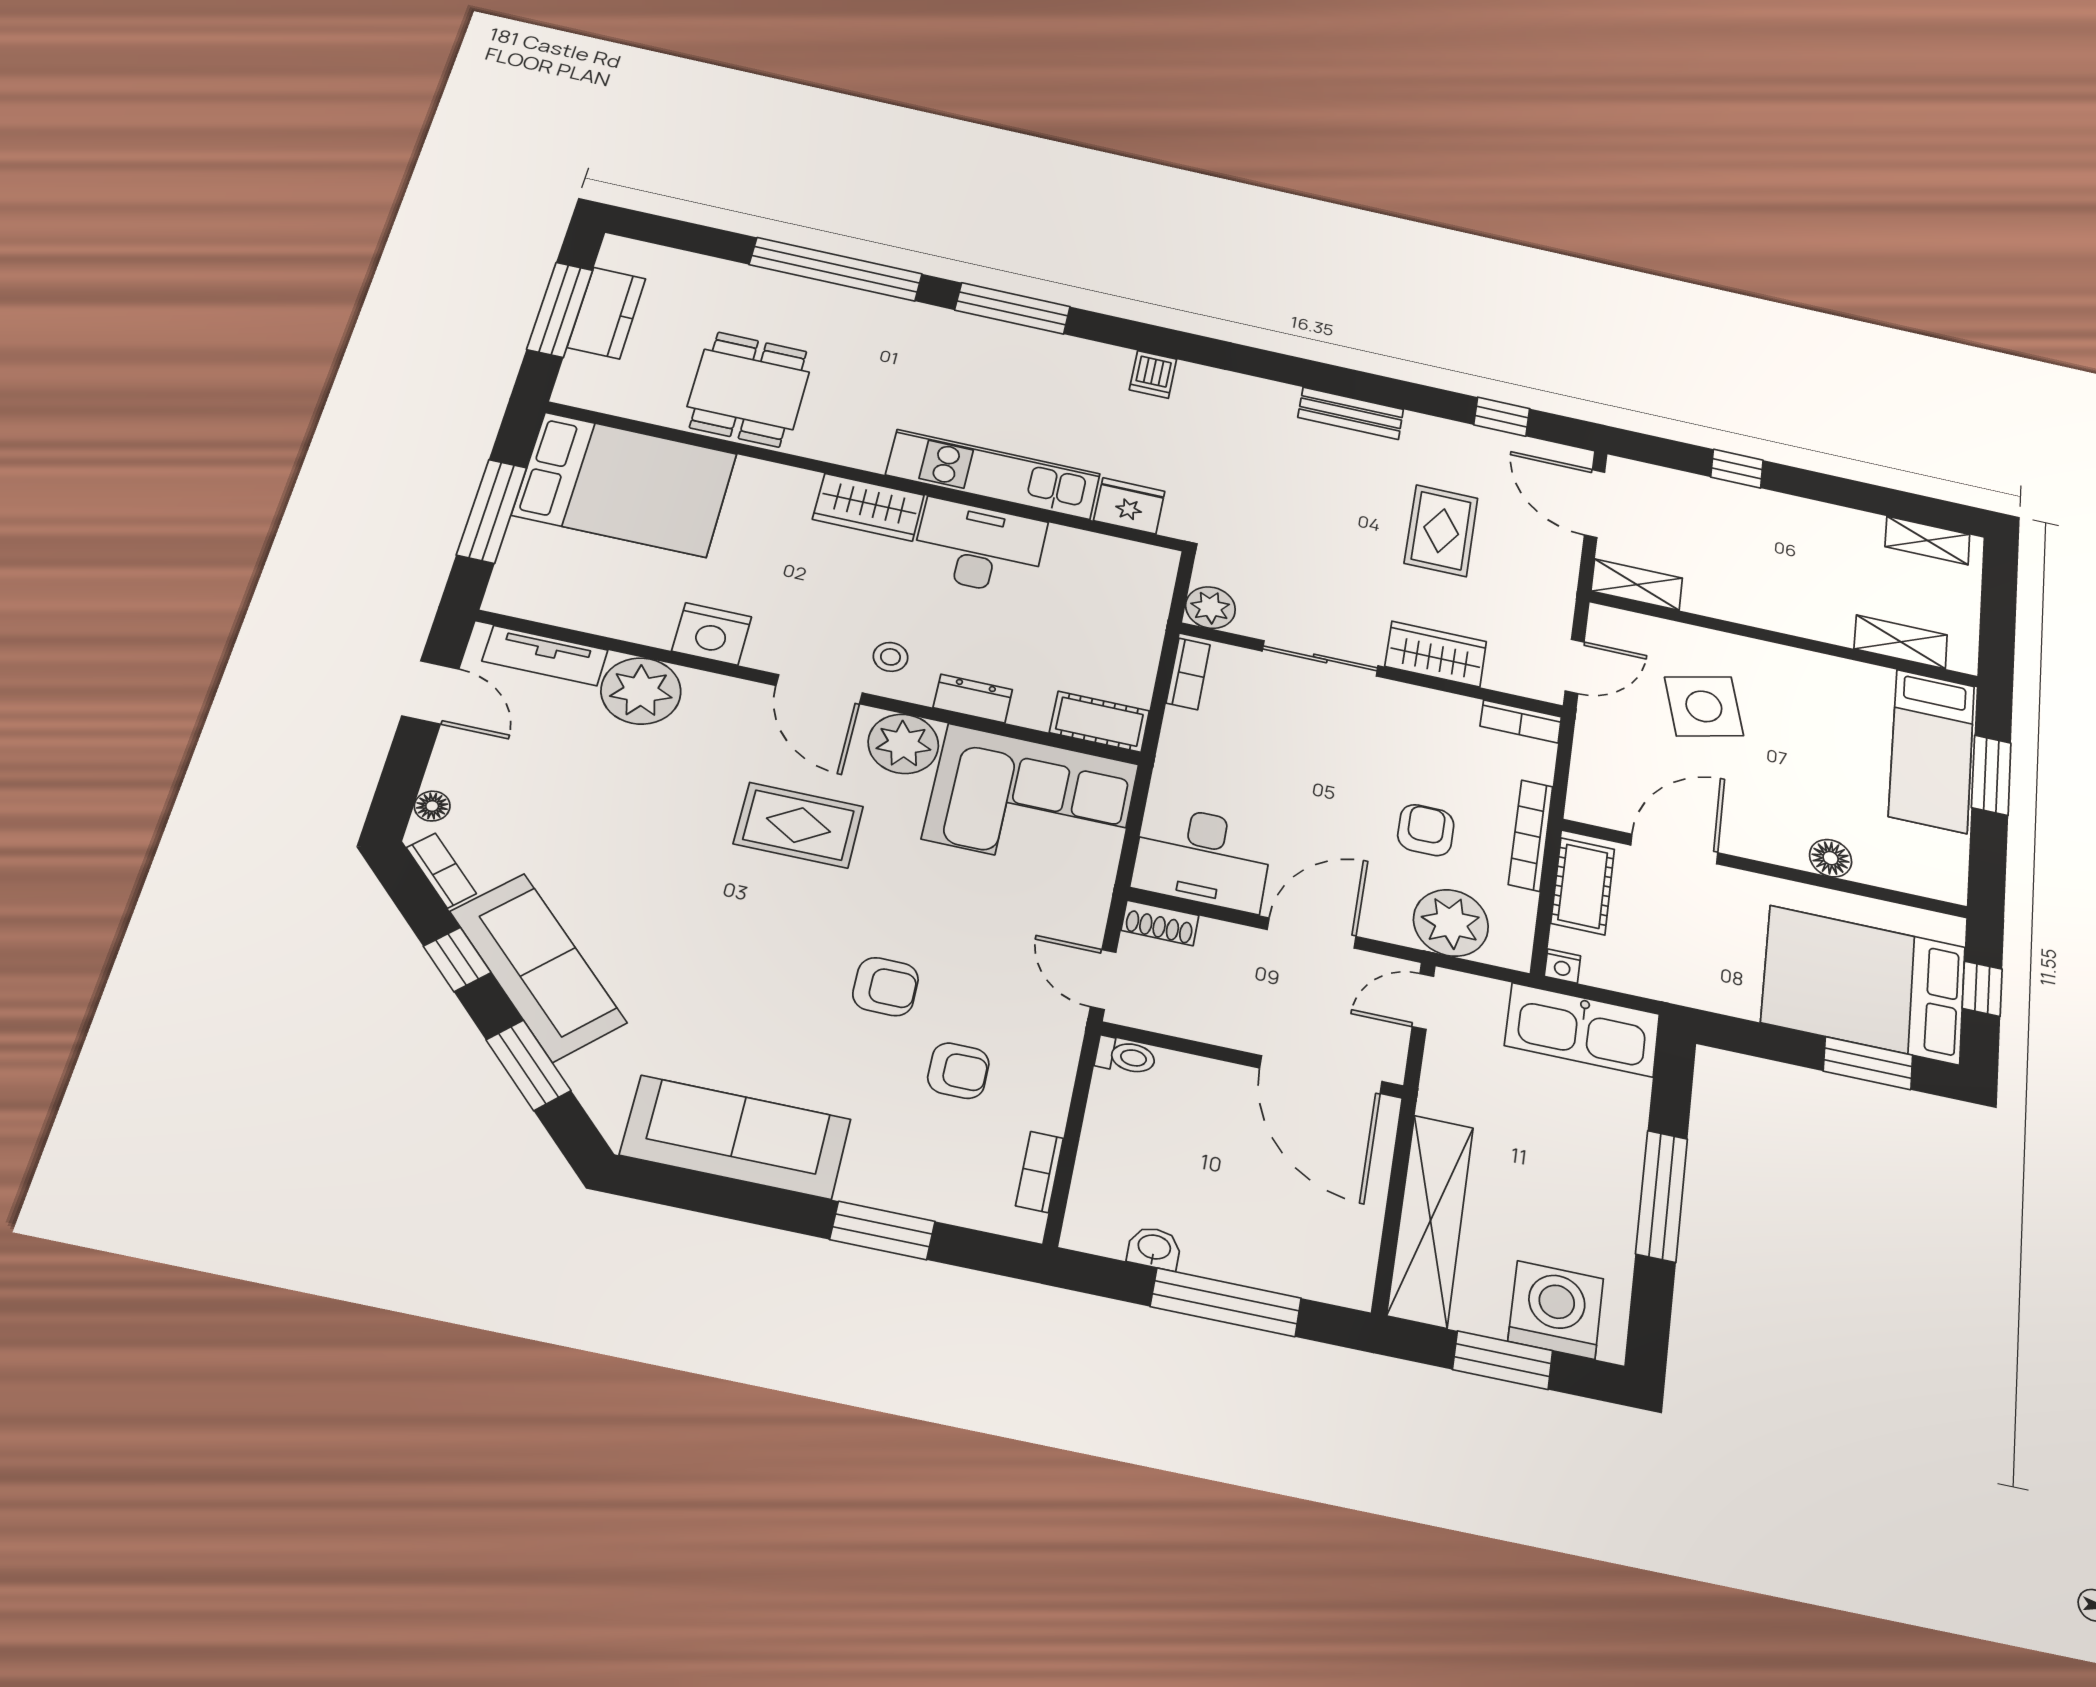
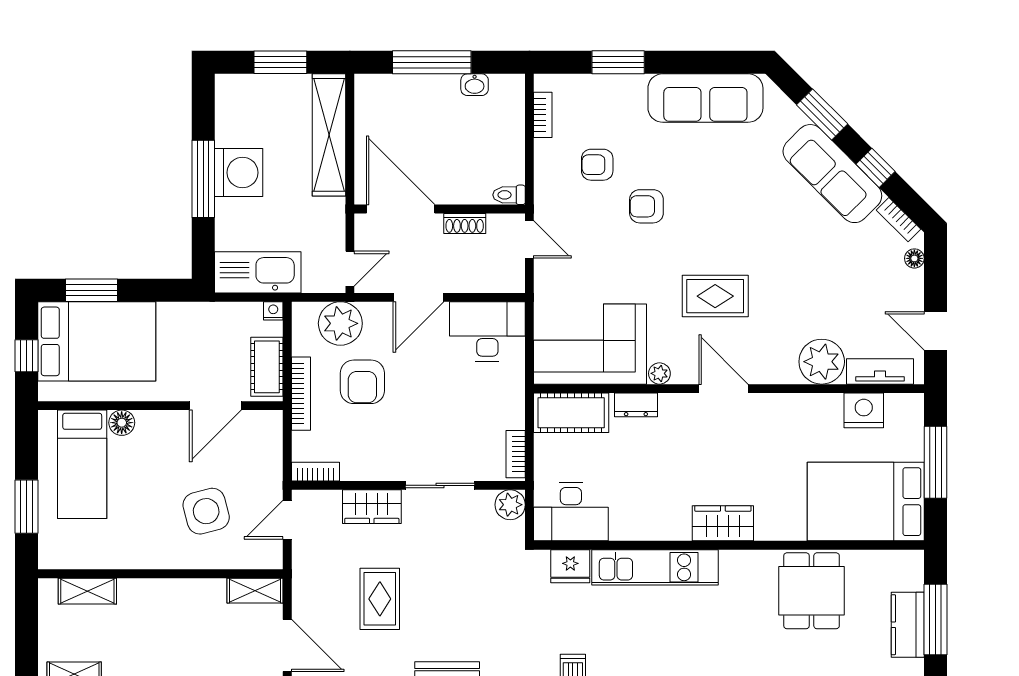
desk: (979, 547) -> (571, 512), moved
nightstand: (712, 634) -> (864, 410), moved
stool: (891, 657) -> (688, 421), removed
cot: (1099, 722) -> (571, 413), width x1.37, depth x1.34
plant: (903, 744) -> (659, 373), width x0.53, depth x0.53
bed: (1932, 751) -> (82, 464), moved, turned 180
armchair: (1426, 830) -> (362, 382), width x1.38, depth x1.38
shoe rack: (1160, 923) -> (465, 223), moved, turned 180
washing machine: (1556, 1310) -> (239, 173), moved, turned -90

